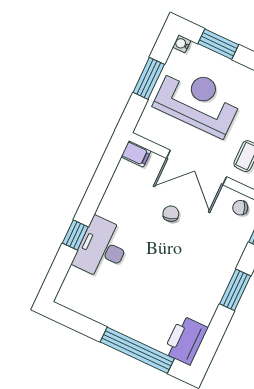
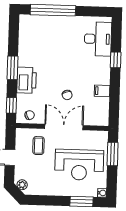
window: (149, 78) -> (113, 154), moved
filing cabinet: (136, 154) -> (102, 91), moved
desk: (102, 248) -> (98, 39), moved
printer: (186, 340) -> (27, 80), moved

